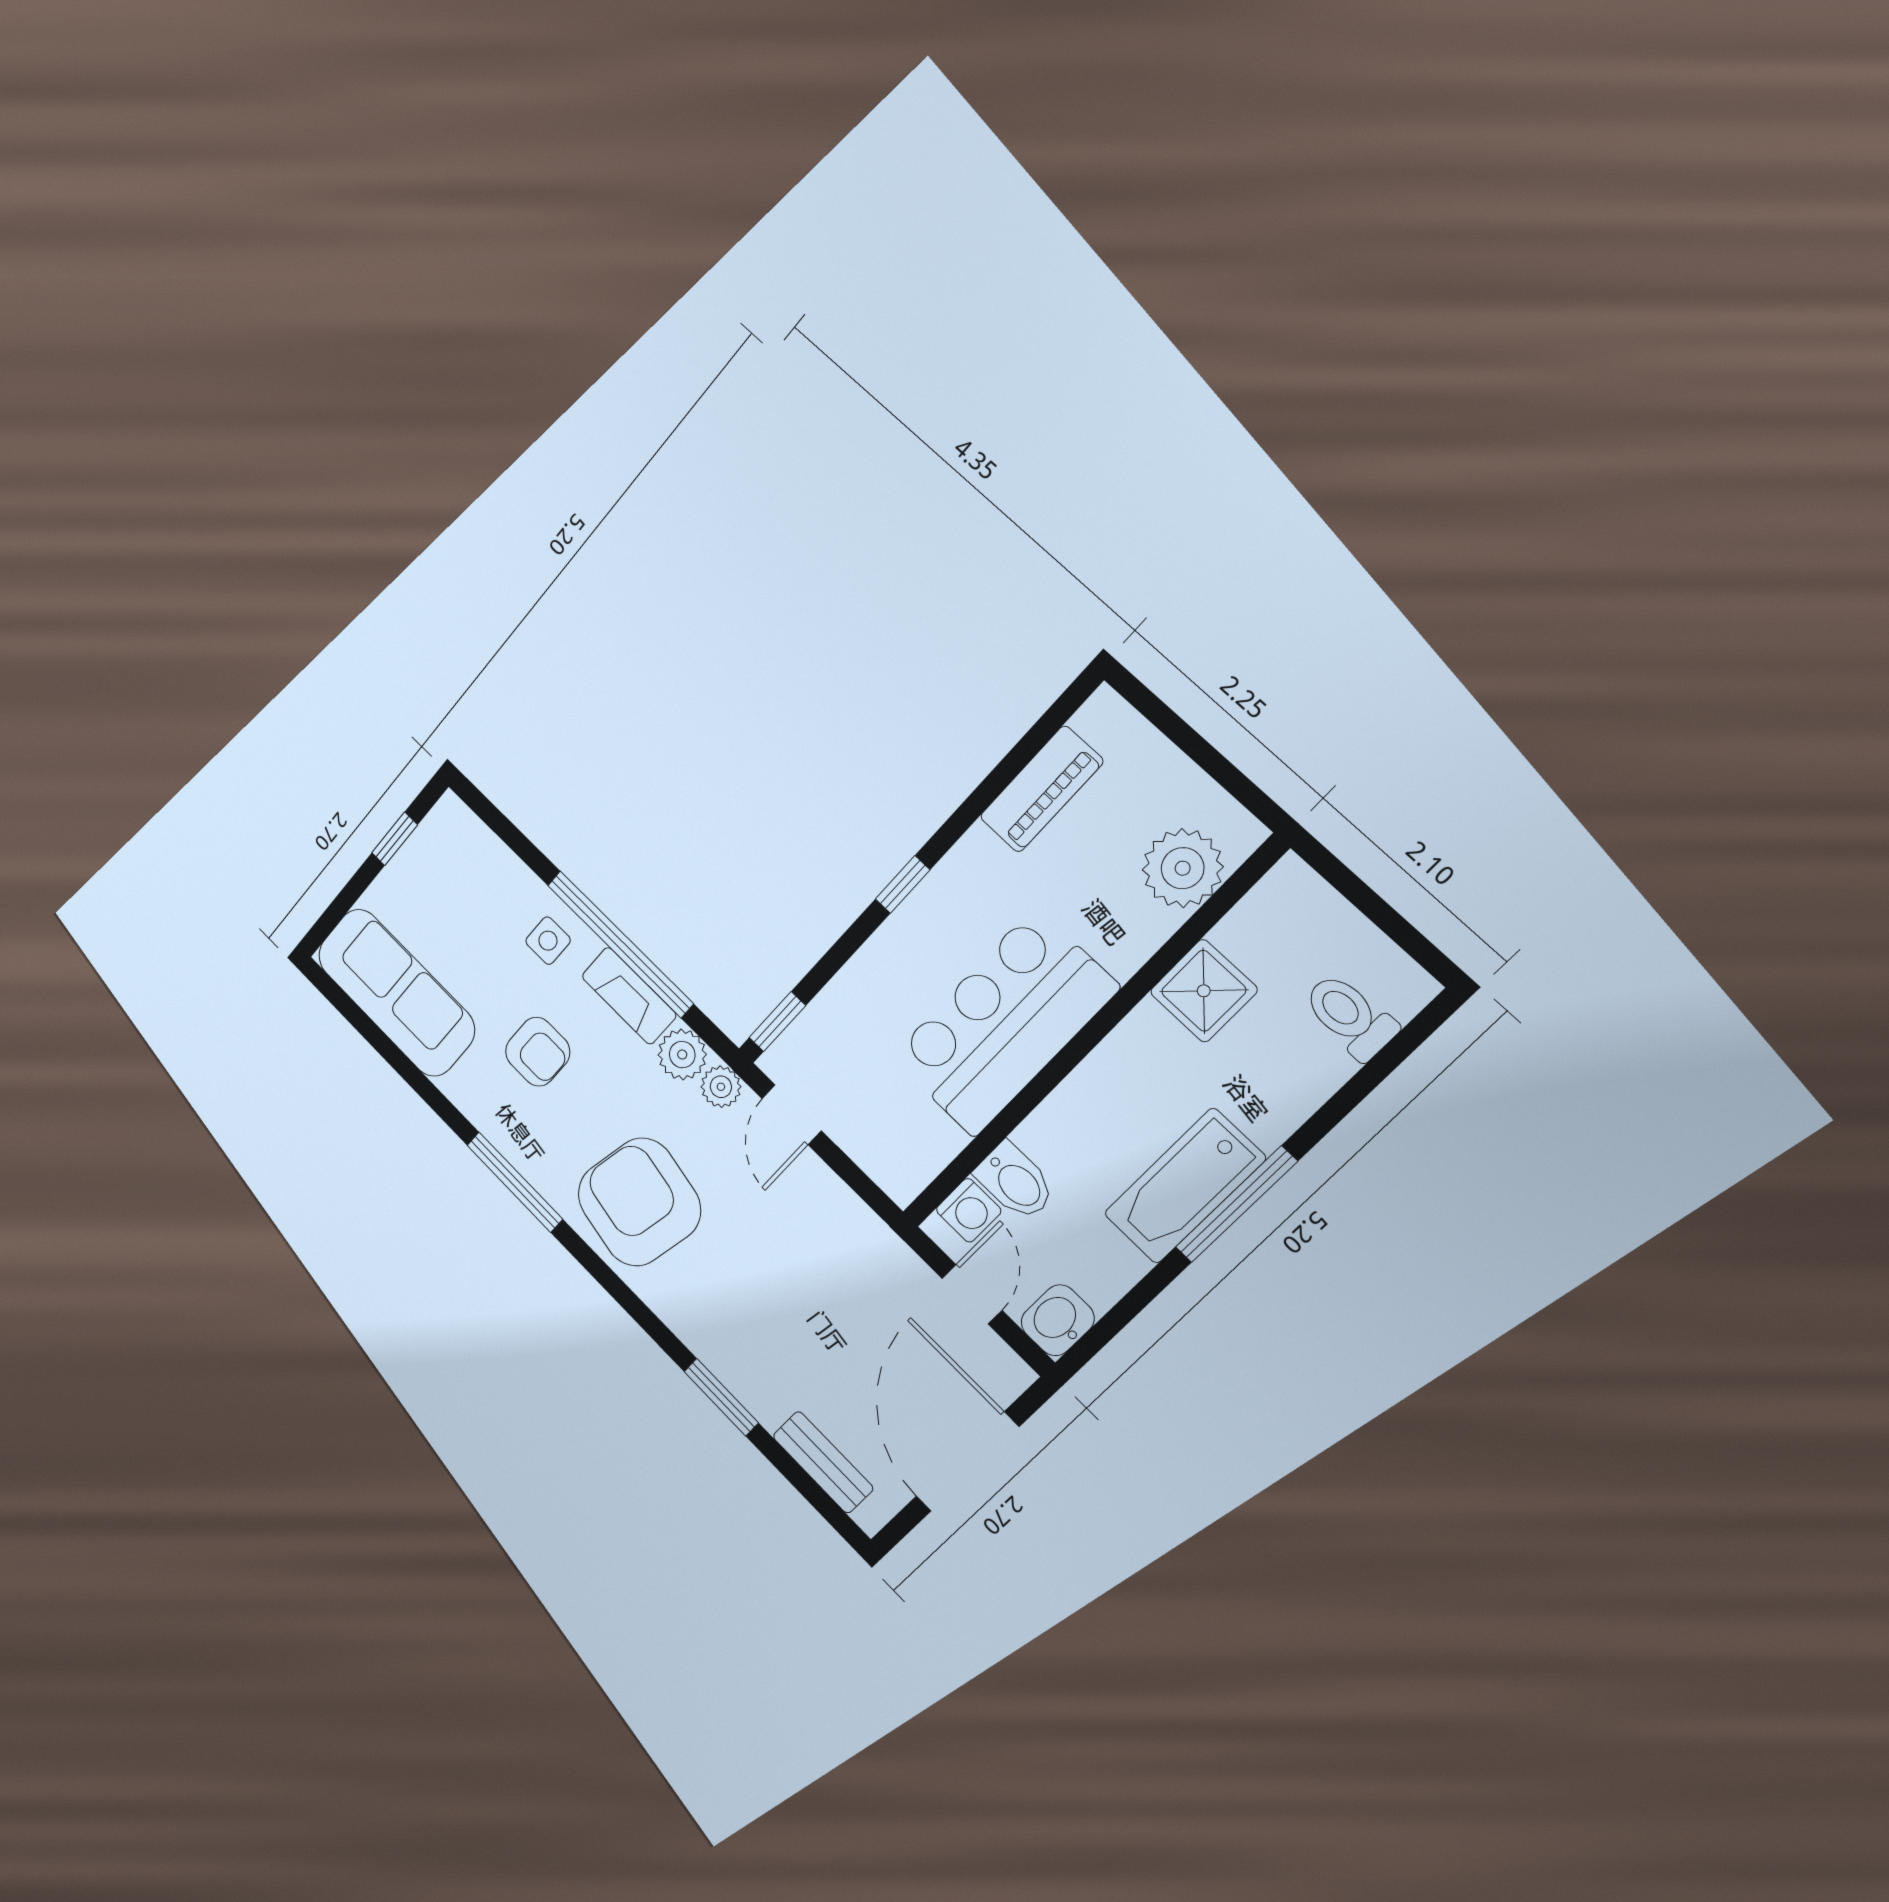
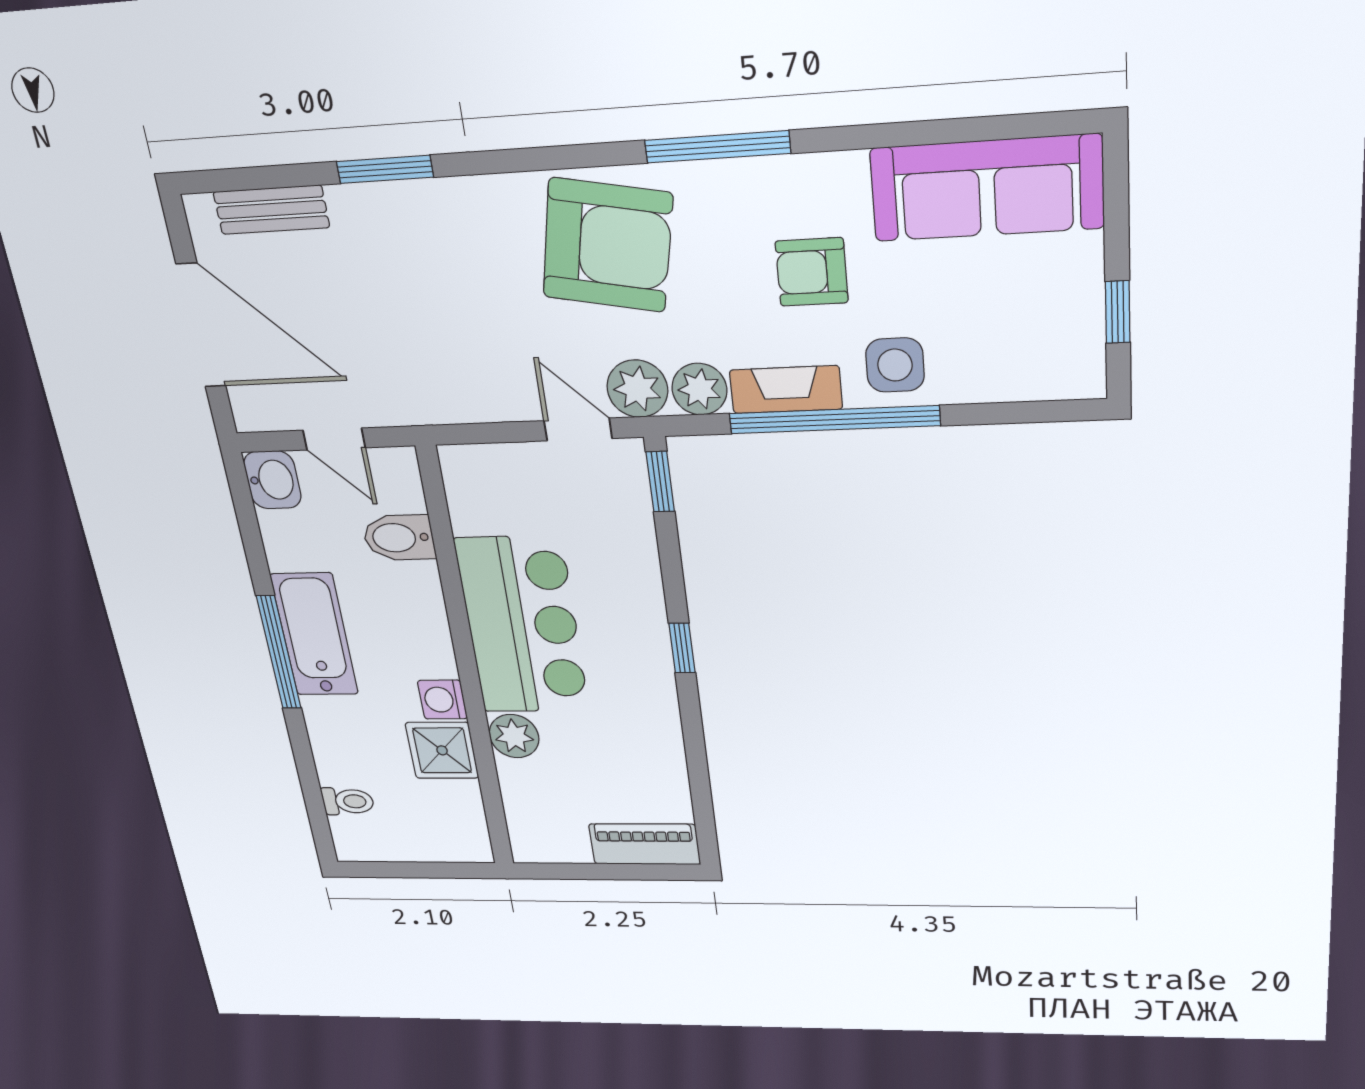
piano: (1041, 789) -> (645, 844), moved, turned 90
plant: (1183, 868) -> (514, 736), moved, width x0.73, depth x0.73
side table: (548, 941) -> (895, 365), width x1.37, depth x1.37
toilet: (1350, 1016) -> (348, 801), width x0.73, depth x0.72
plant: (721, 1087) -> (637, 389), width x1.38, depth x1.38
washing machine: (969, 1210) -> (442, 700), moved

